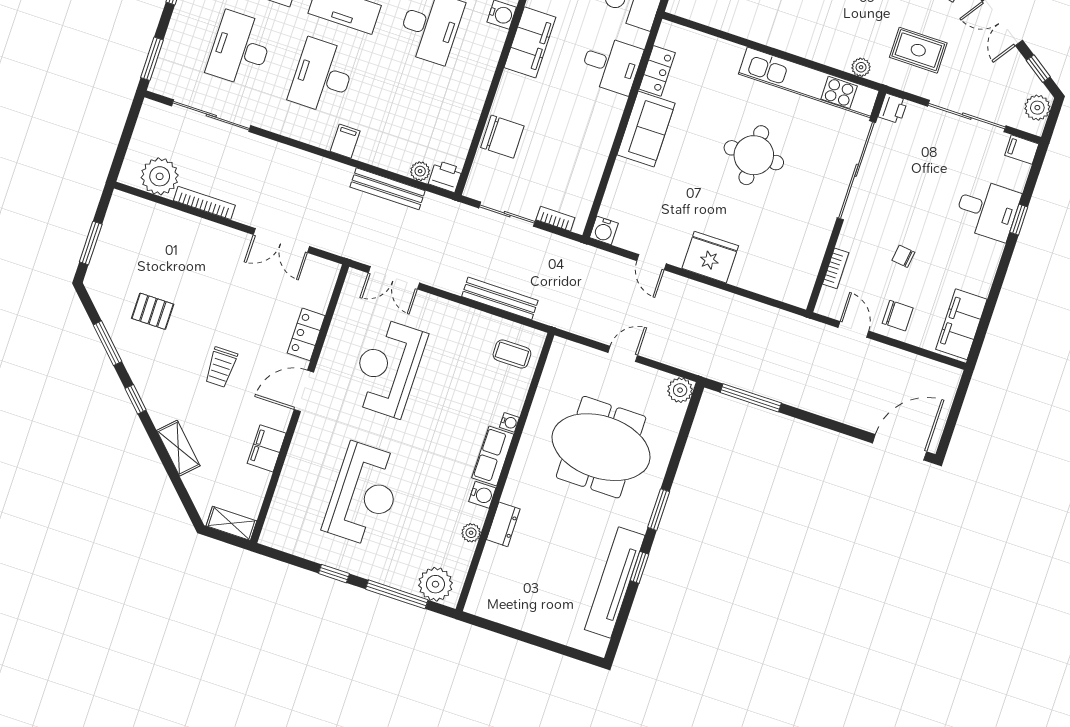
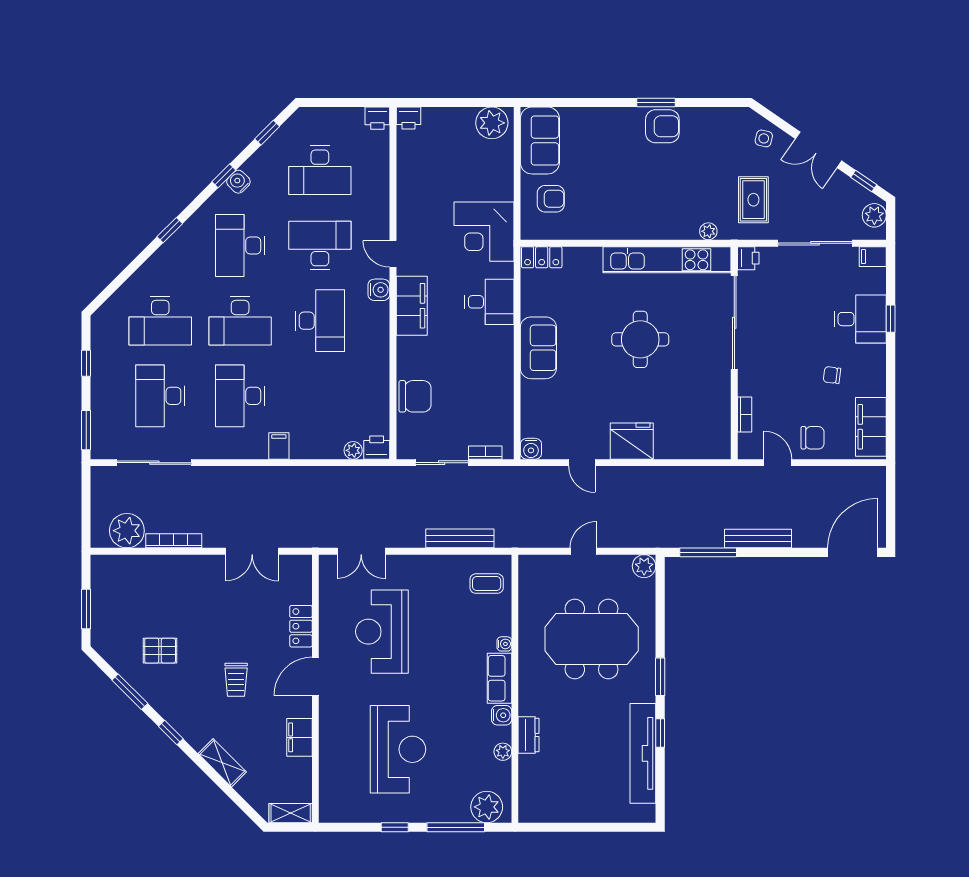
rug: (918, 50) -> (753, 200), turned 90
locker: (657, 71) -> (542, 257), moved, turned 90
bench: (388, 189) -> (758, 539), moved
chair: (903, 256) -> (832, 375), moved

